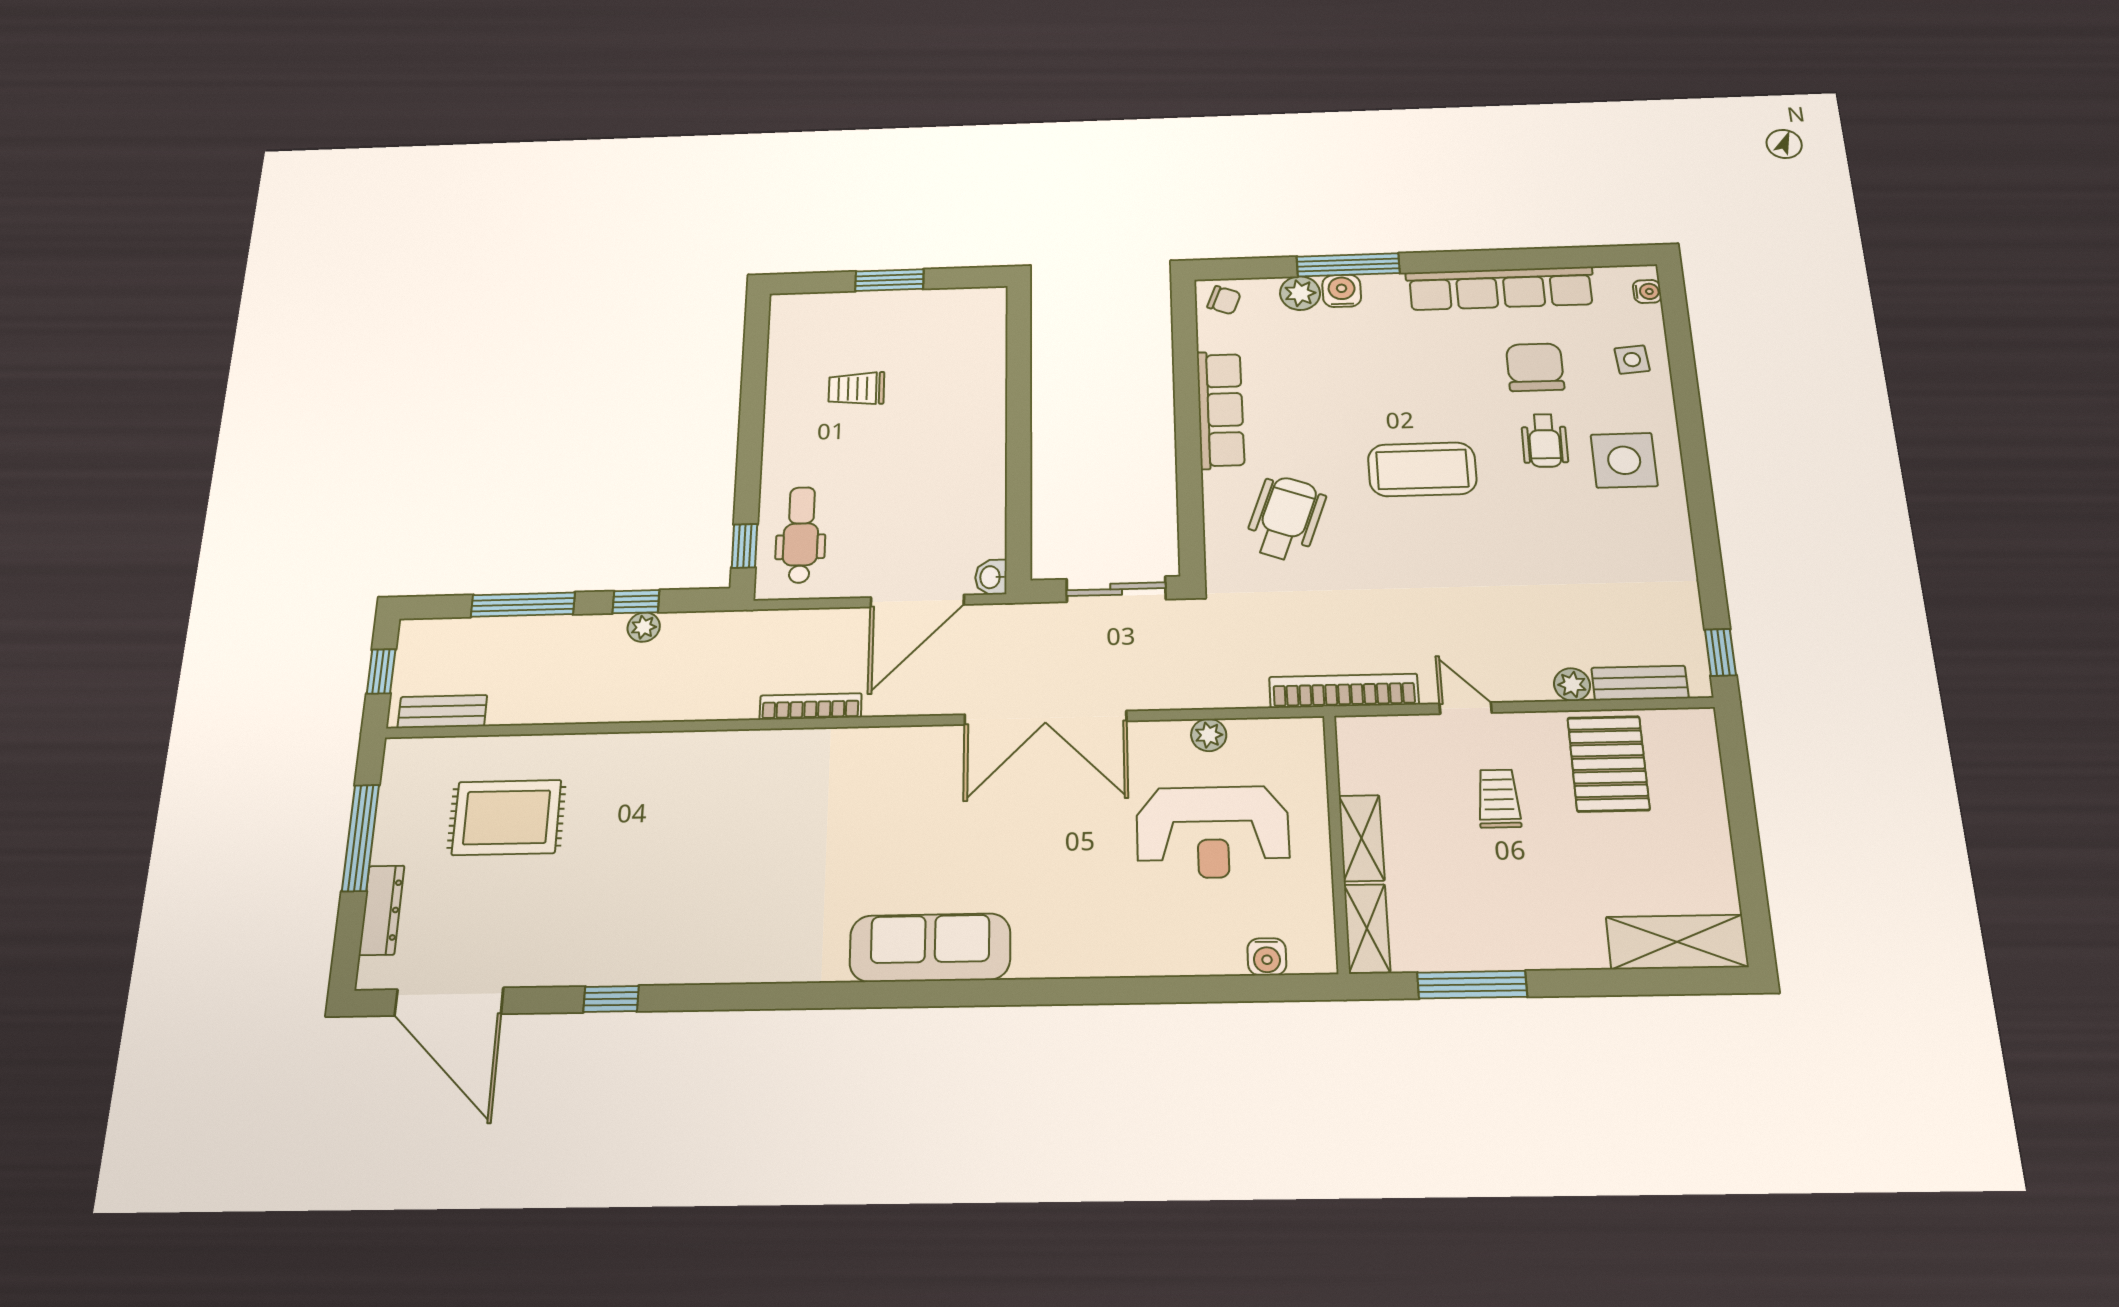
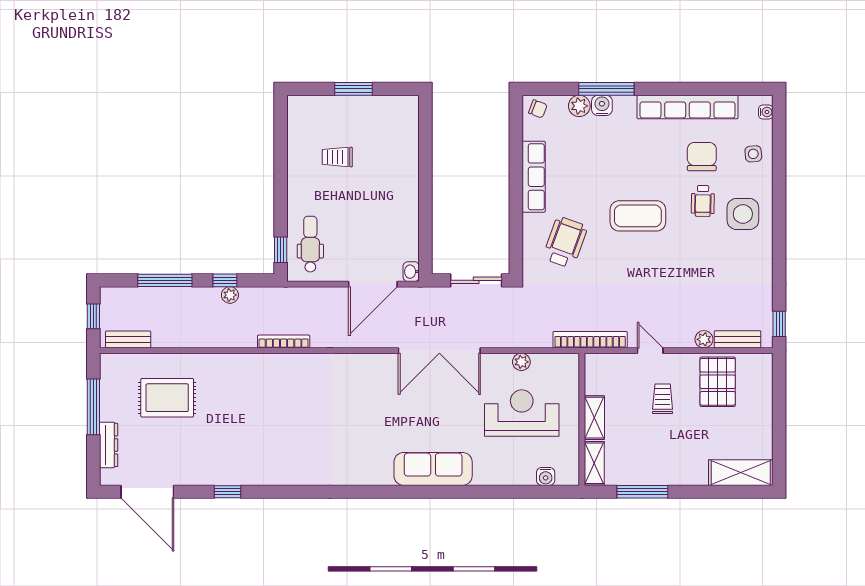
bookcase: (811, 706) -> (284, 342), moved
reception desk: (1213, 832) -> (522, 413), turned 180
sofa: (930, 948) -> (433, 469), moved

